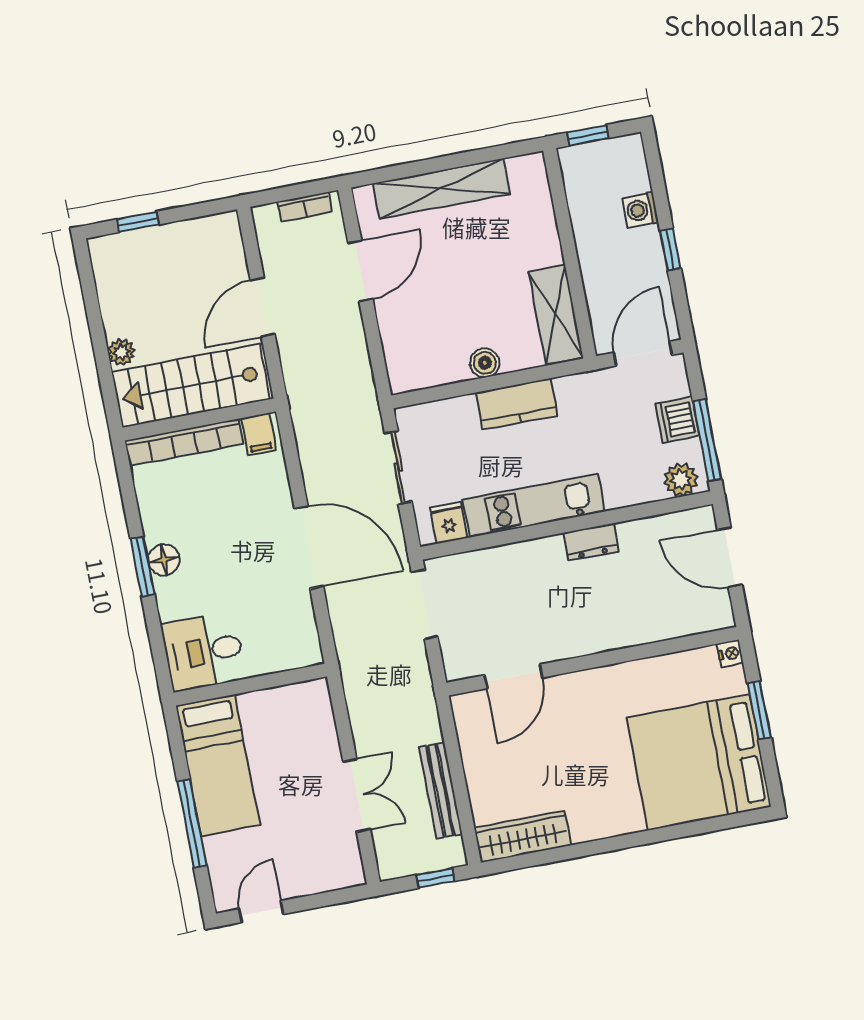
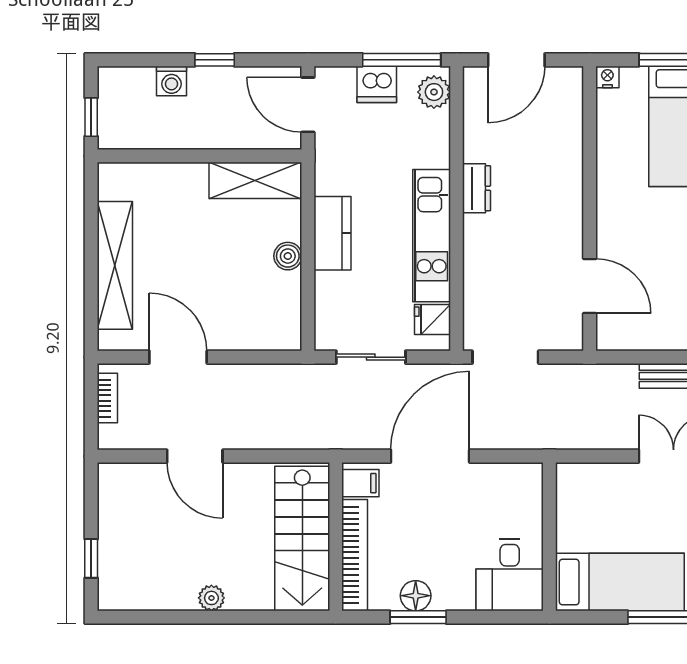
stairs: (191, 386) -> (302, 539), moved
wall: (199, 420) -> (336, 537), moved
filing cabinet: (259, 434) -> (360, 483), moved
bookcase: (184, 442) -> (355, 555), moved

